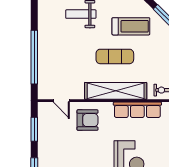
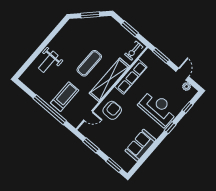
treadmill: (131, 26) -> (65, 97), moved

